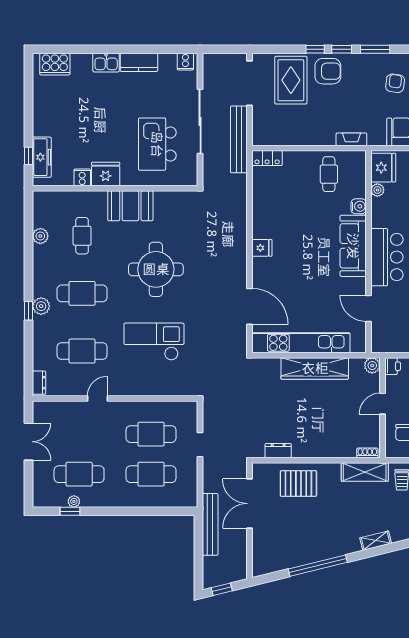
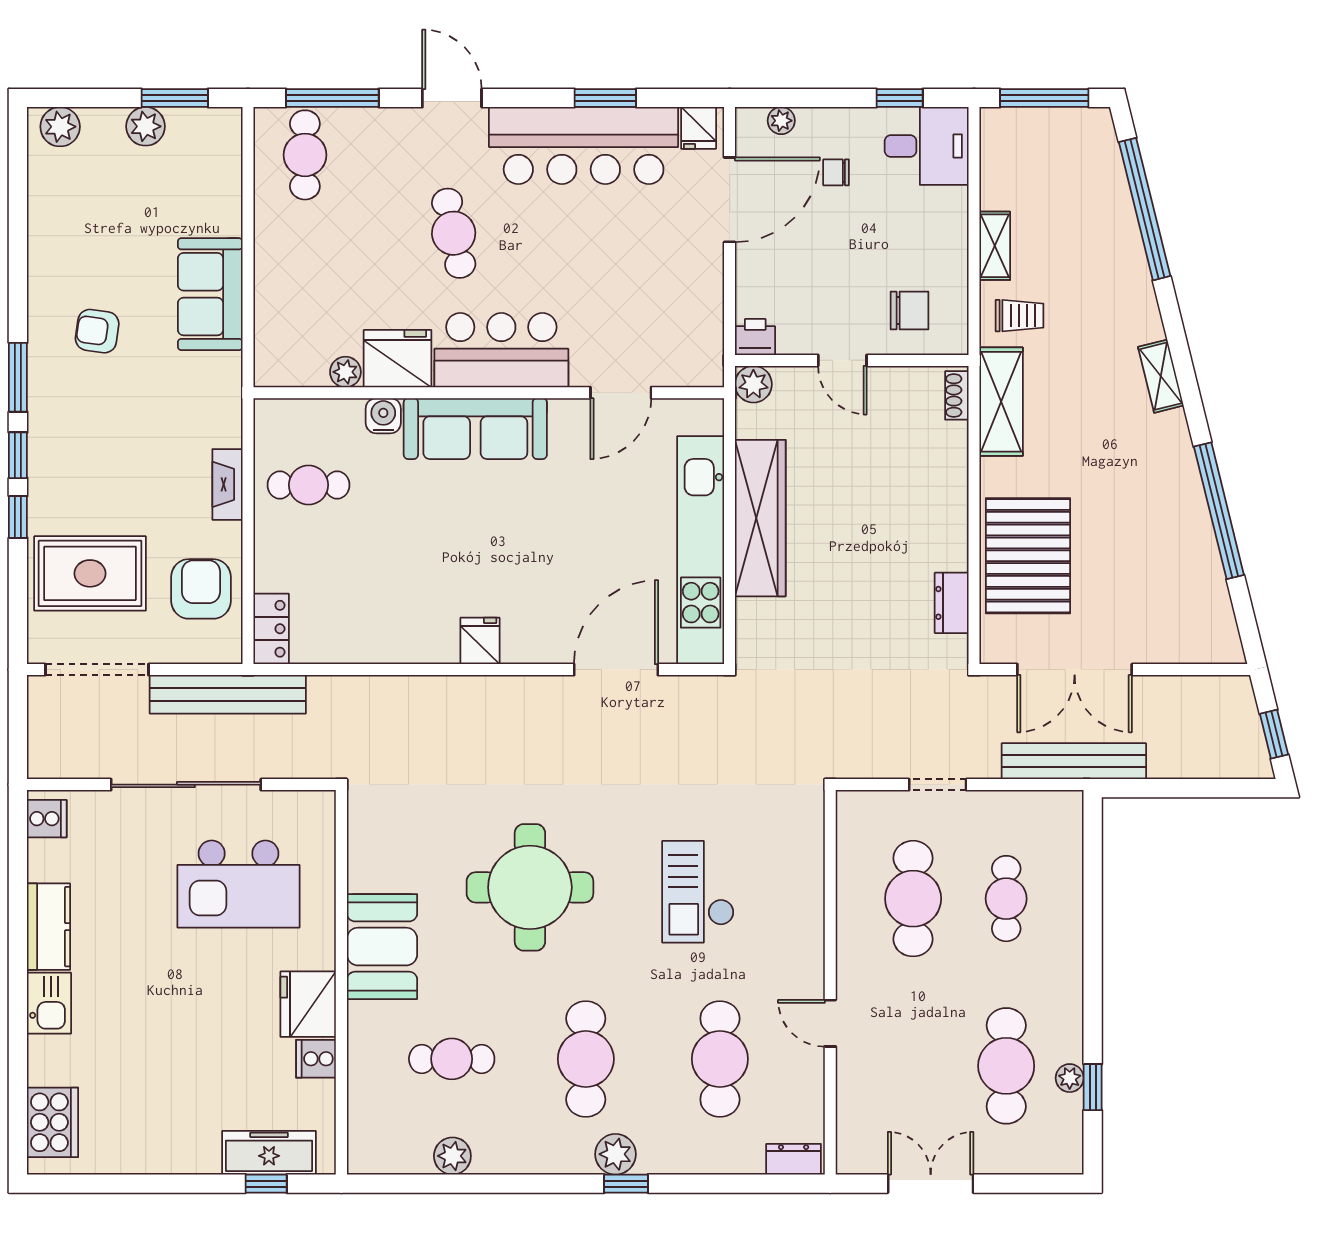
armchair: (328, 71) -> (201, 589), moved
fireplace: (351, 139) -> (227, 484), moved
fridge: (383, 168) -> (398, 359), moved
checkout: (154, 342) -> (698, 892), width x0.73, depth x0.83
cafe table: (151, 474) -> (1006, 899), width x0.73, depth x0.74
pallet: (298, 484) -> (1028, 556), width x1.37, depth x1.41
bench: (210, 524) -> (1074, 761), moved

